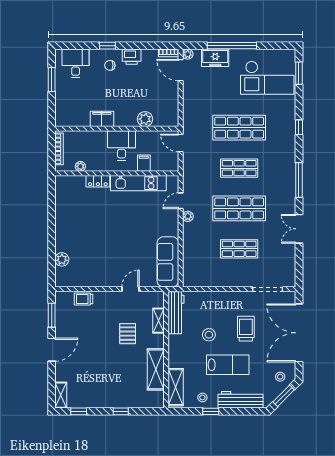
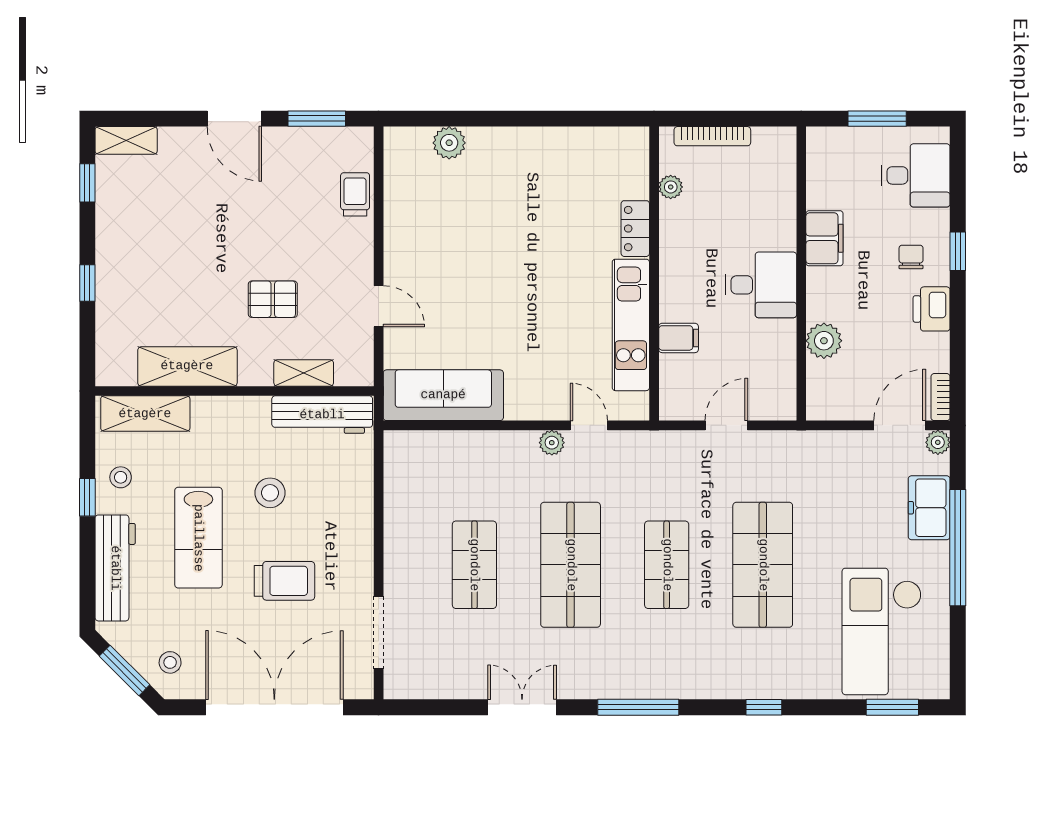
filing cabinet: (102, 119) -> (824, 238), moved
plant: (145, 119) -> (824, 341), moved
wall: (117, 129) -> (801, 274), moved
desk: (122, 146) -> (761, 285), moved

